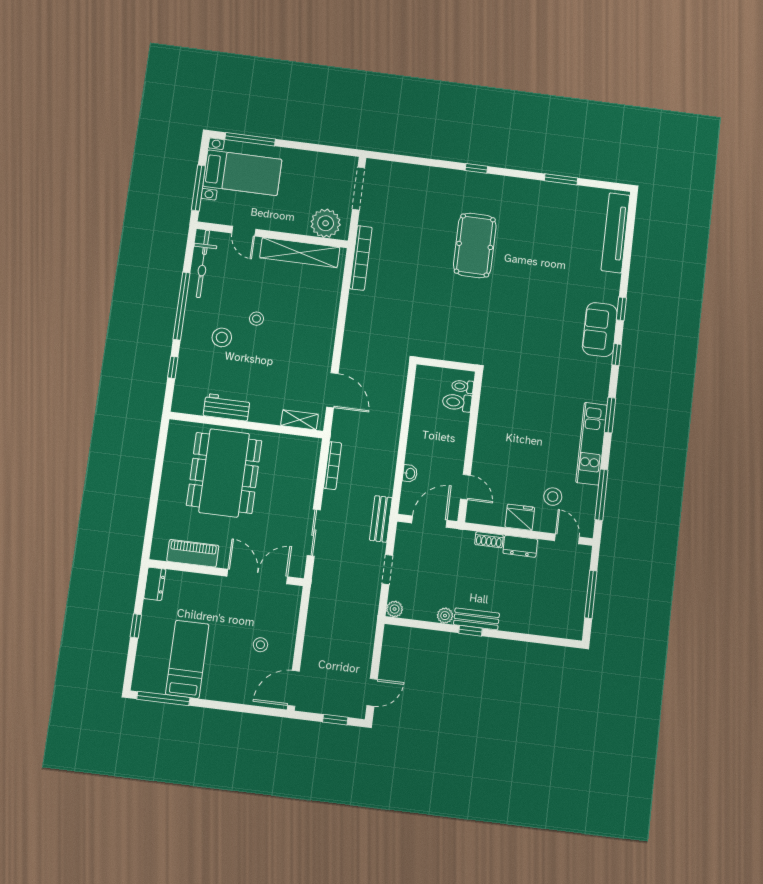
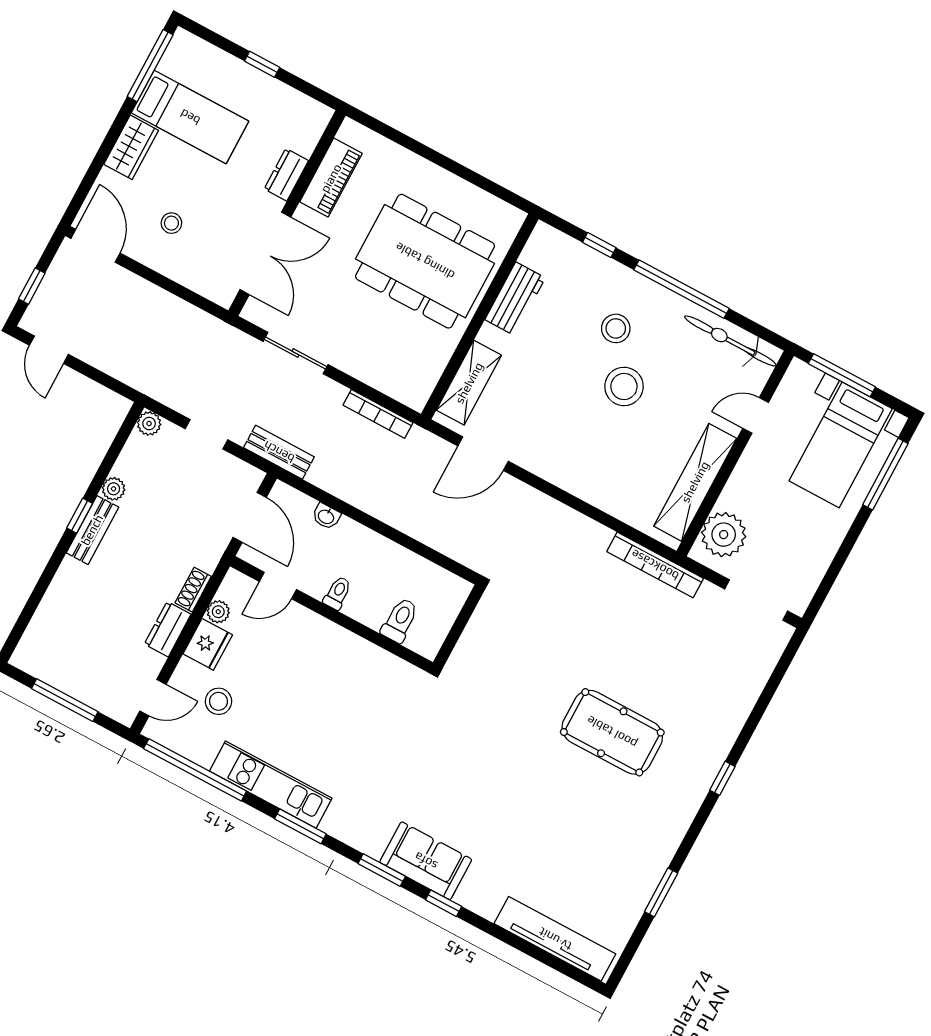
stool: (256, 319) -> (624, 386), width x1.89, depth x1.89
window: (616, 355) -> (382, 870), width x1.50
toilet: (463, 386) -> (337, 593), moved
shelving: (299, 420) -> (469, 383), width x1.50, depth x1.33
window: (601, 495) -> (195, 770), width x1.46
plant: (497, 518) -> (218, 612), added
dresser: (155, 584) -> (286, 175), moved, turned 90
wardrobe: (221, 690) -> (131, 147), added

